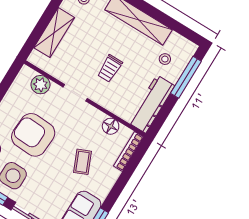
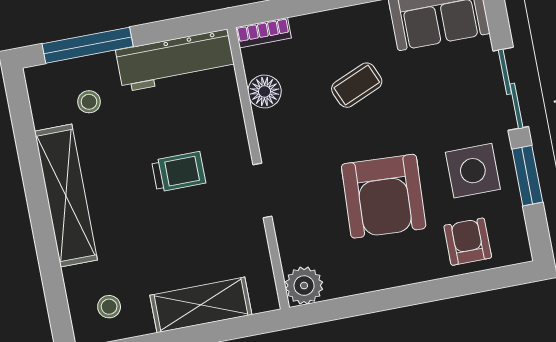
plant: (40, 85) -> (304, 286), moved
bookcase: (128, 151) -> (263, 33), width x0.64

